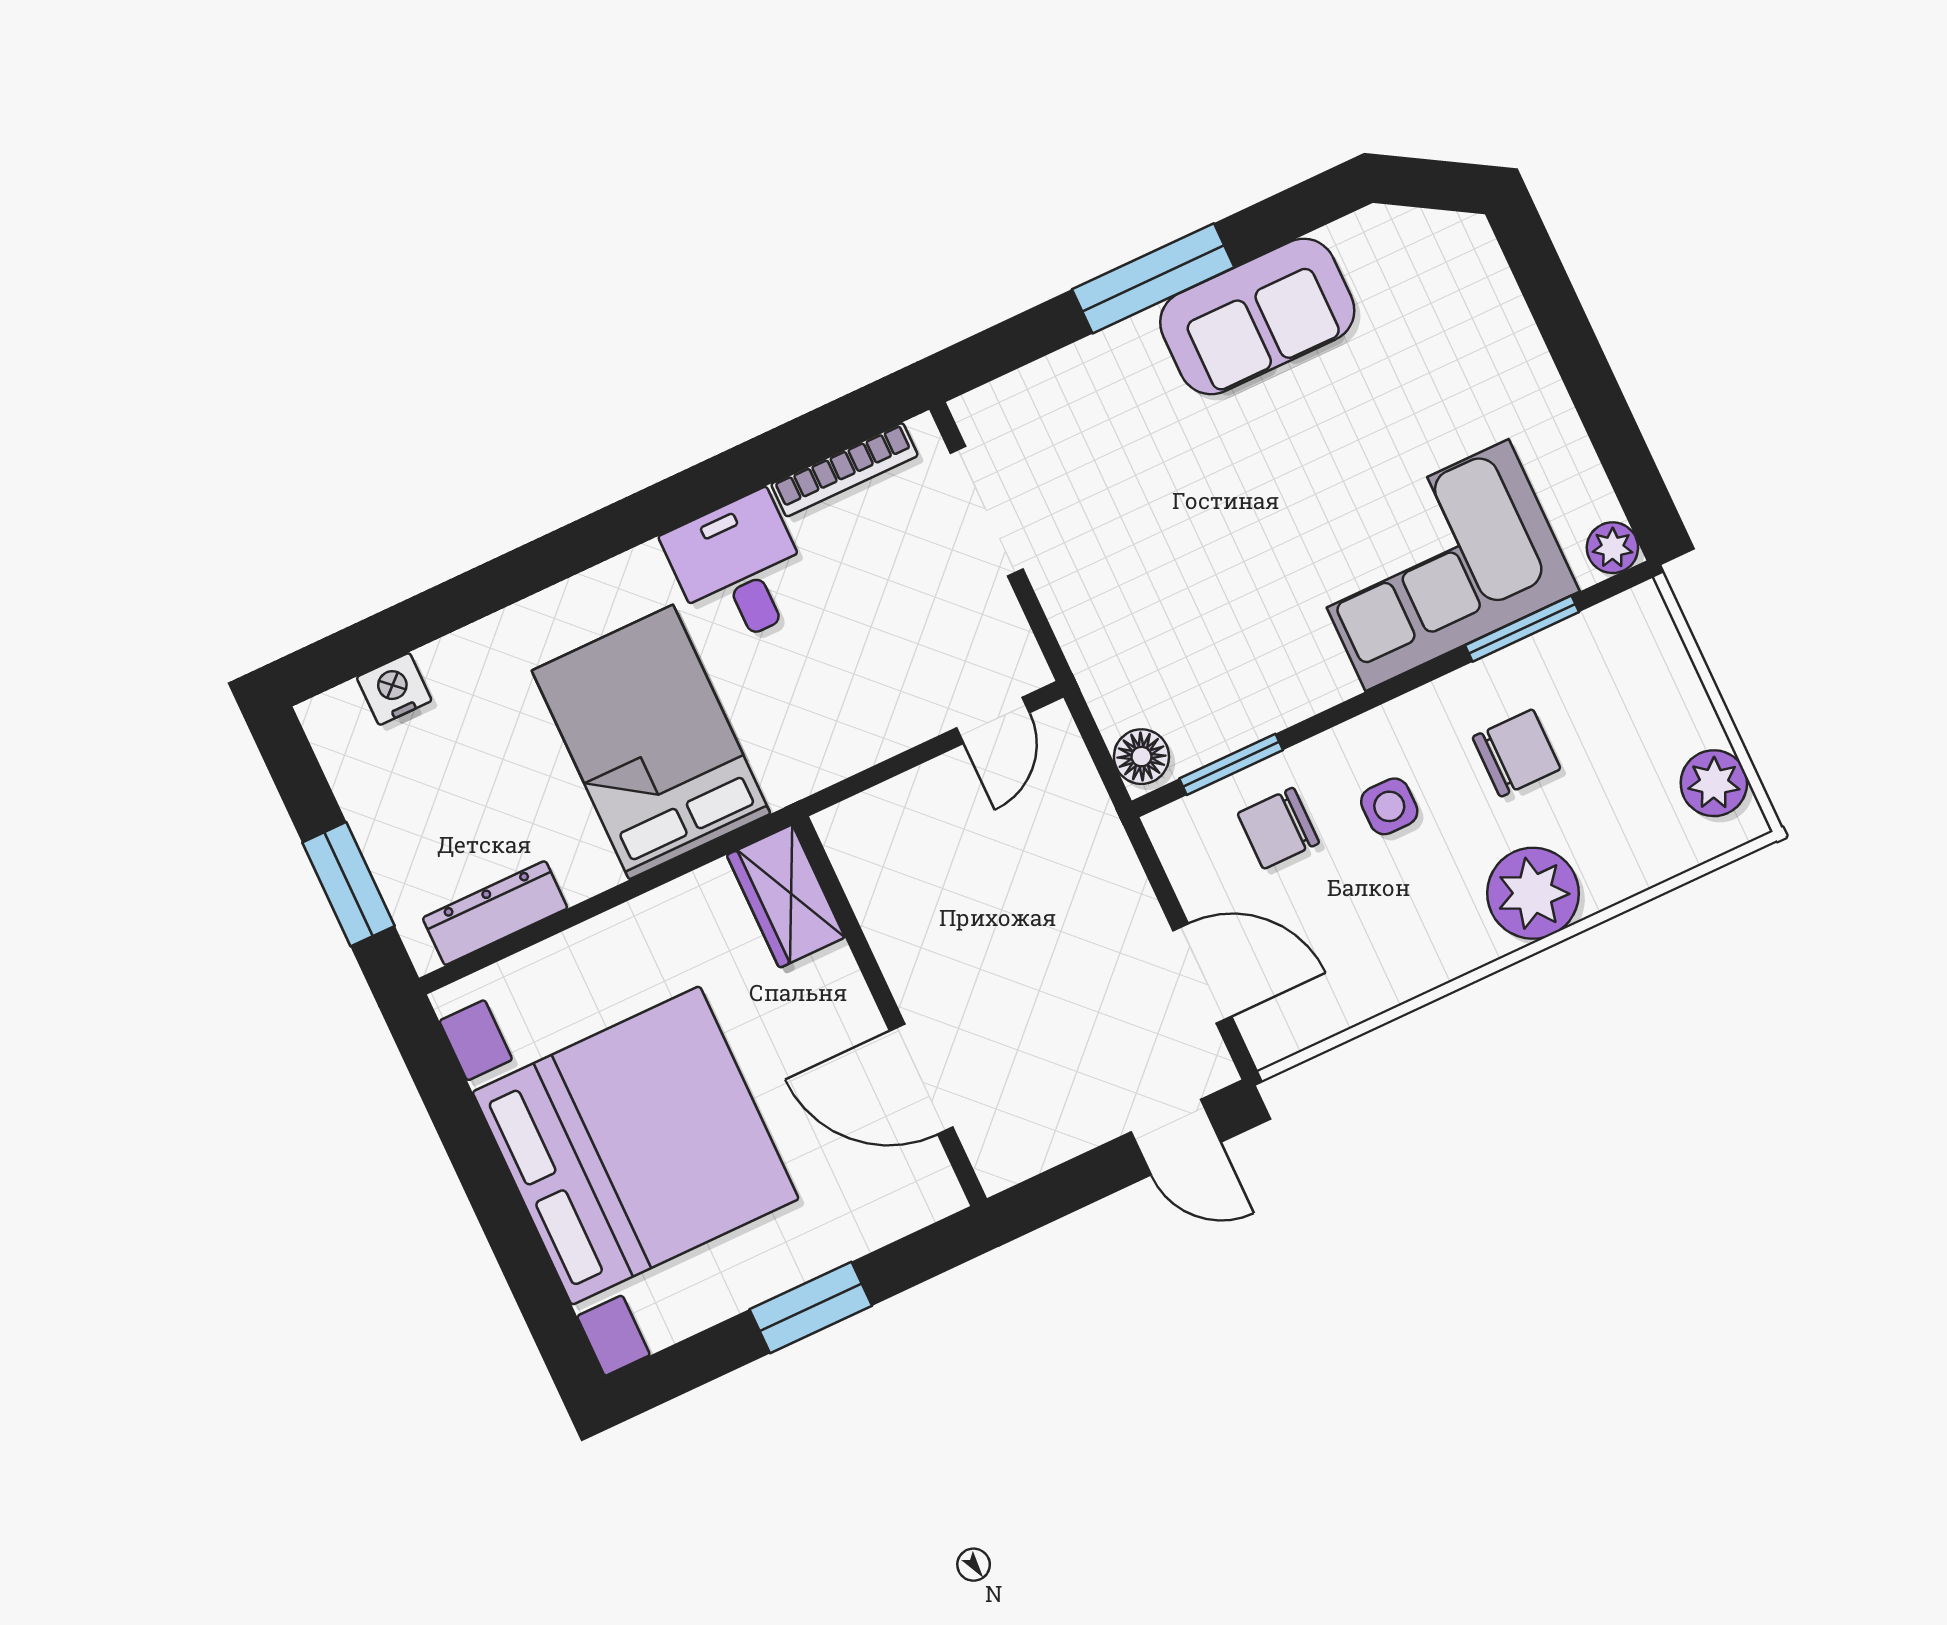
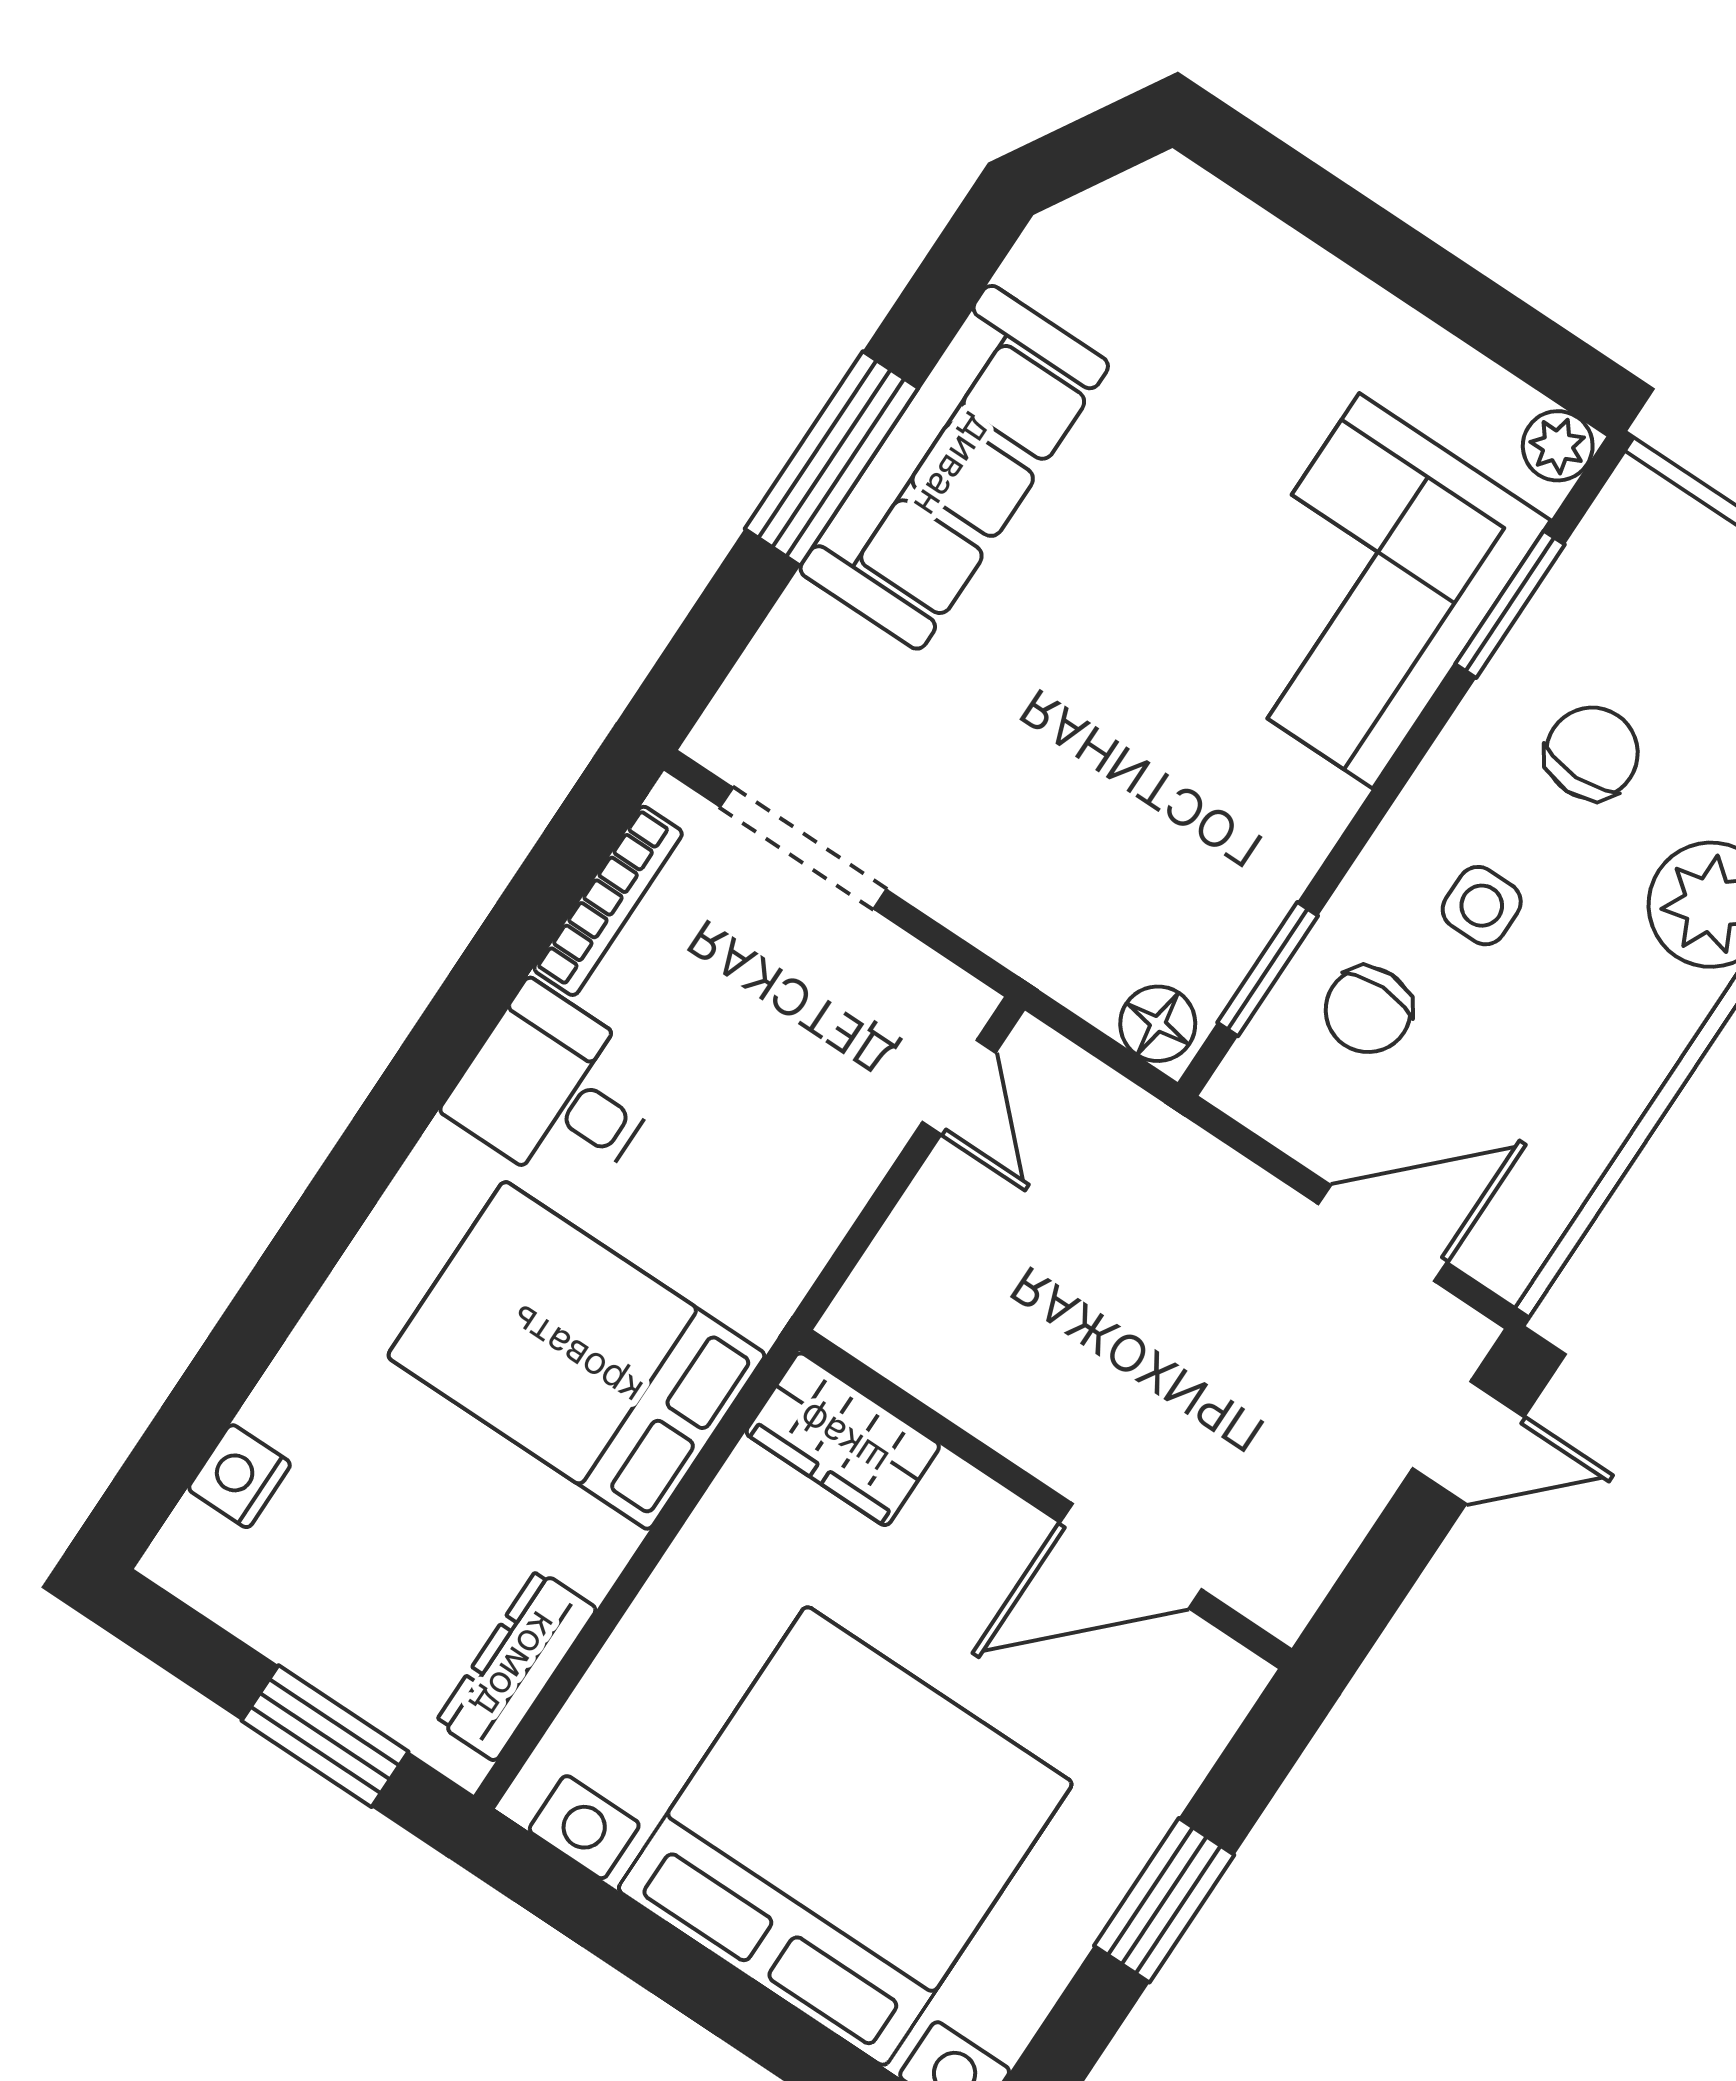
sofa: (1257, 316) -> (954, 467), width x1.36

